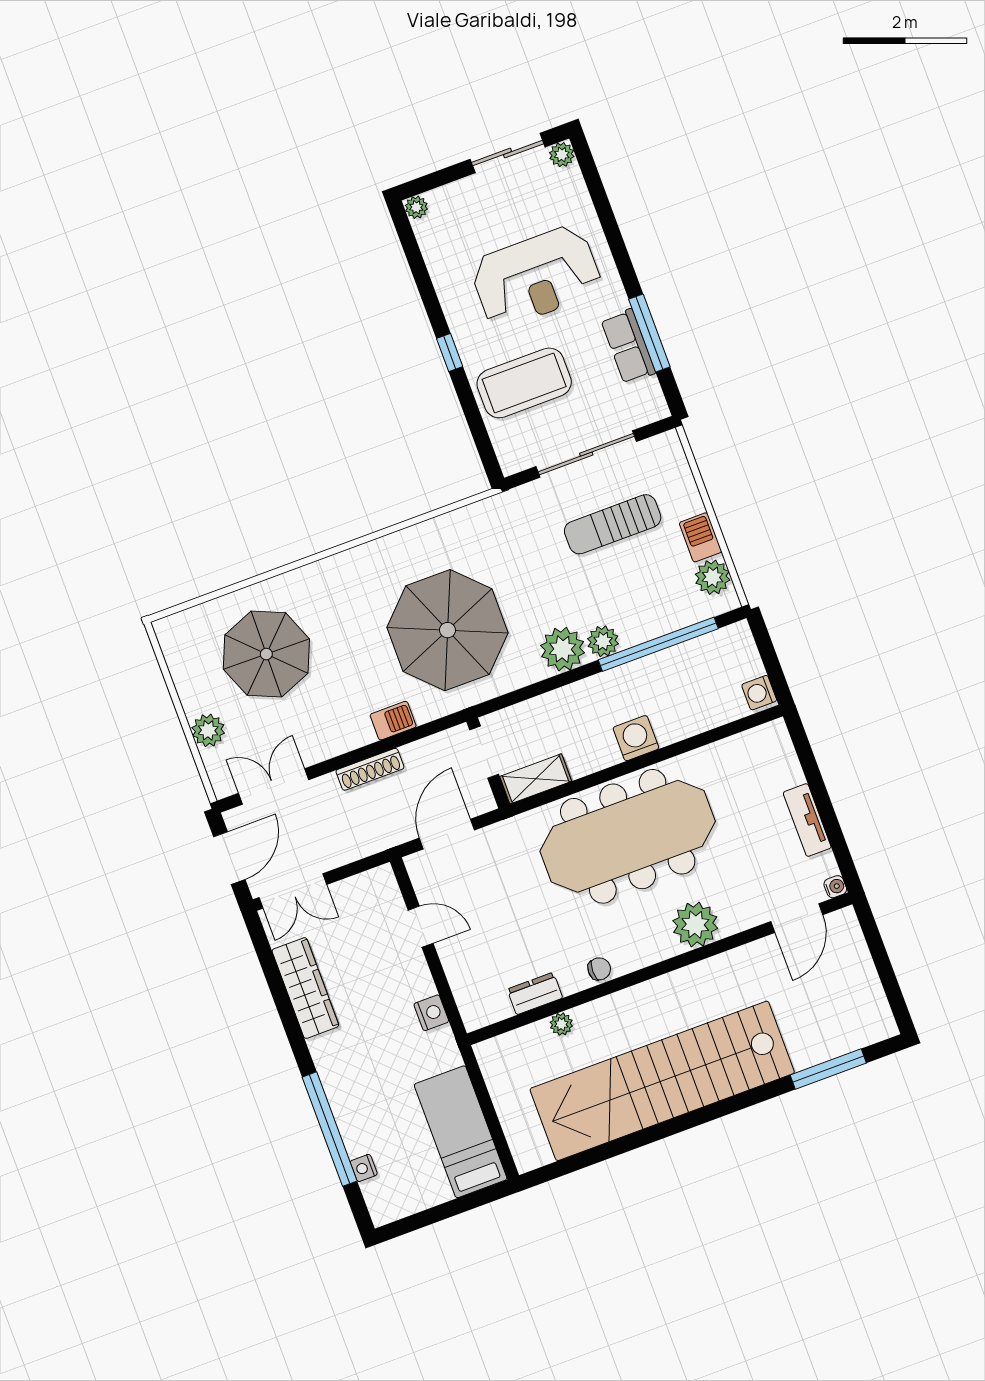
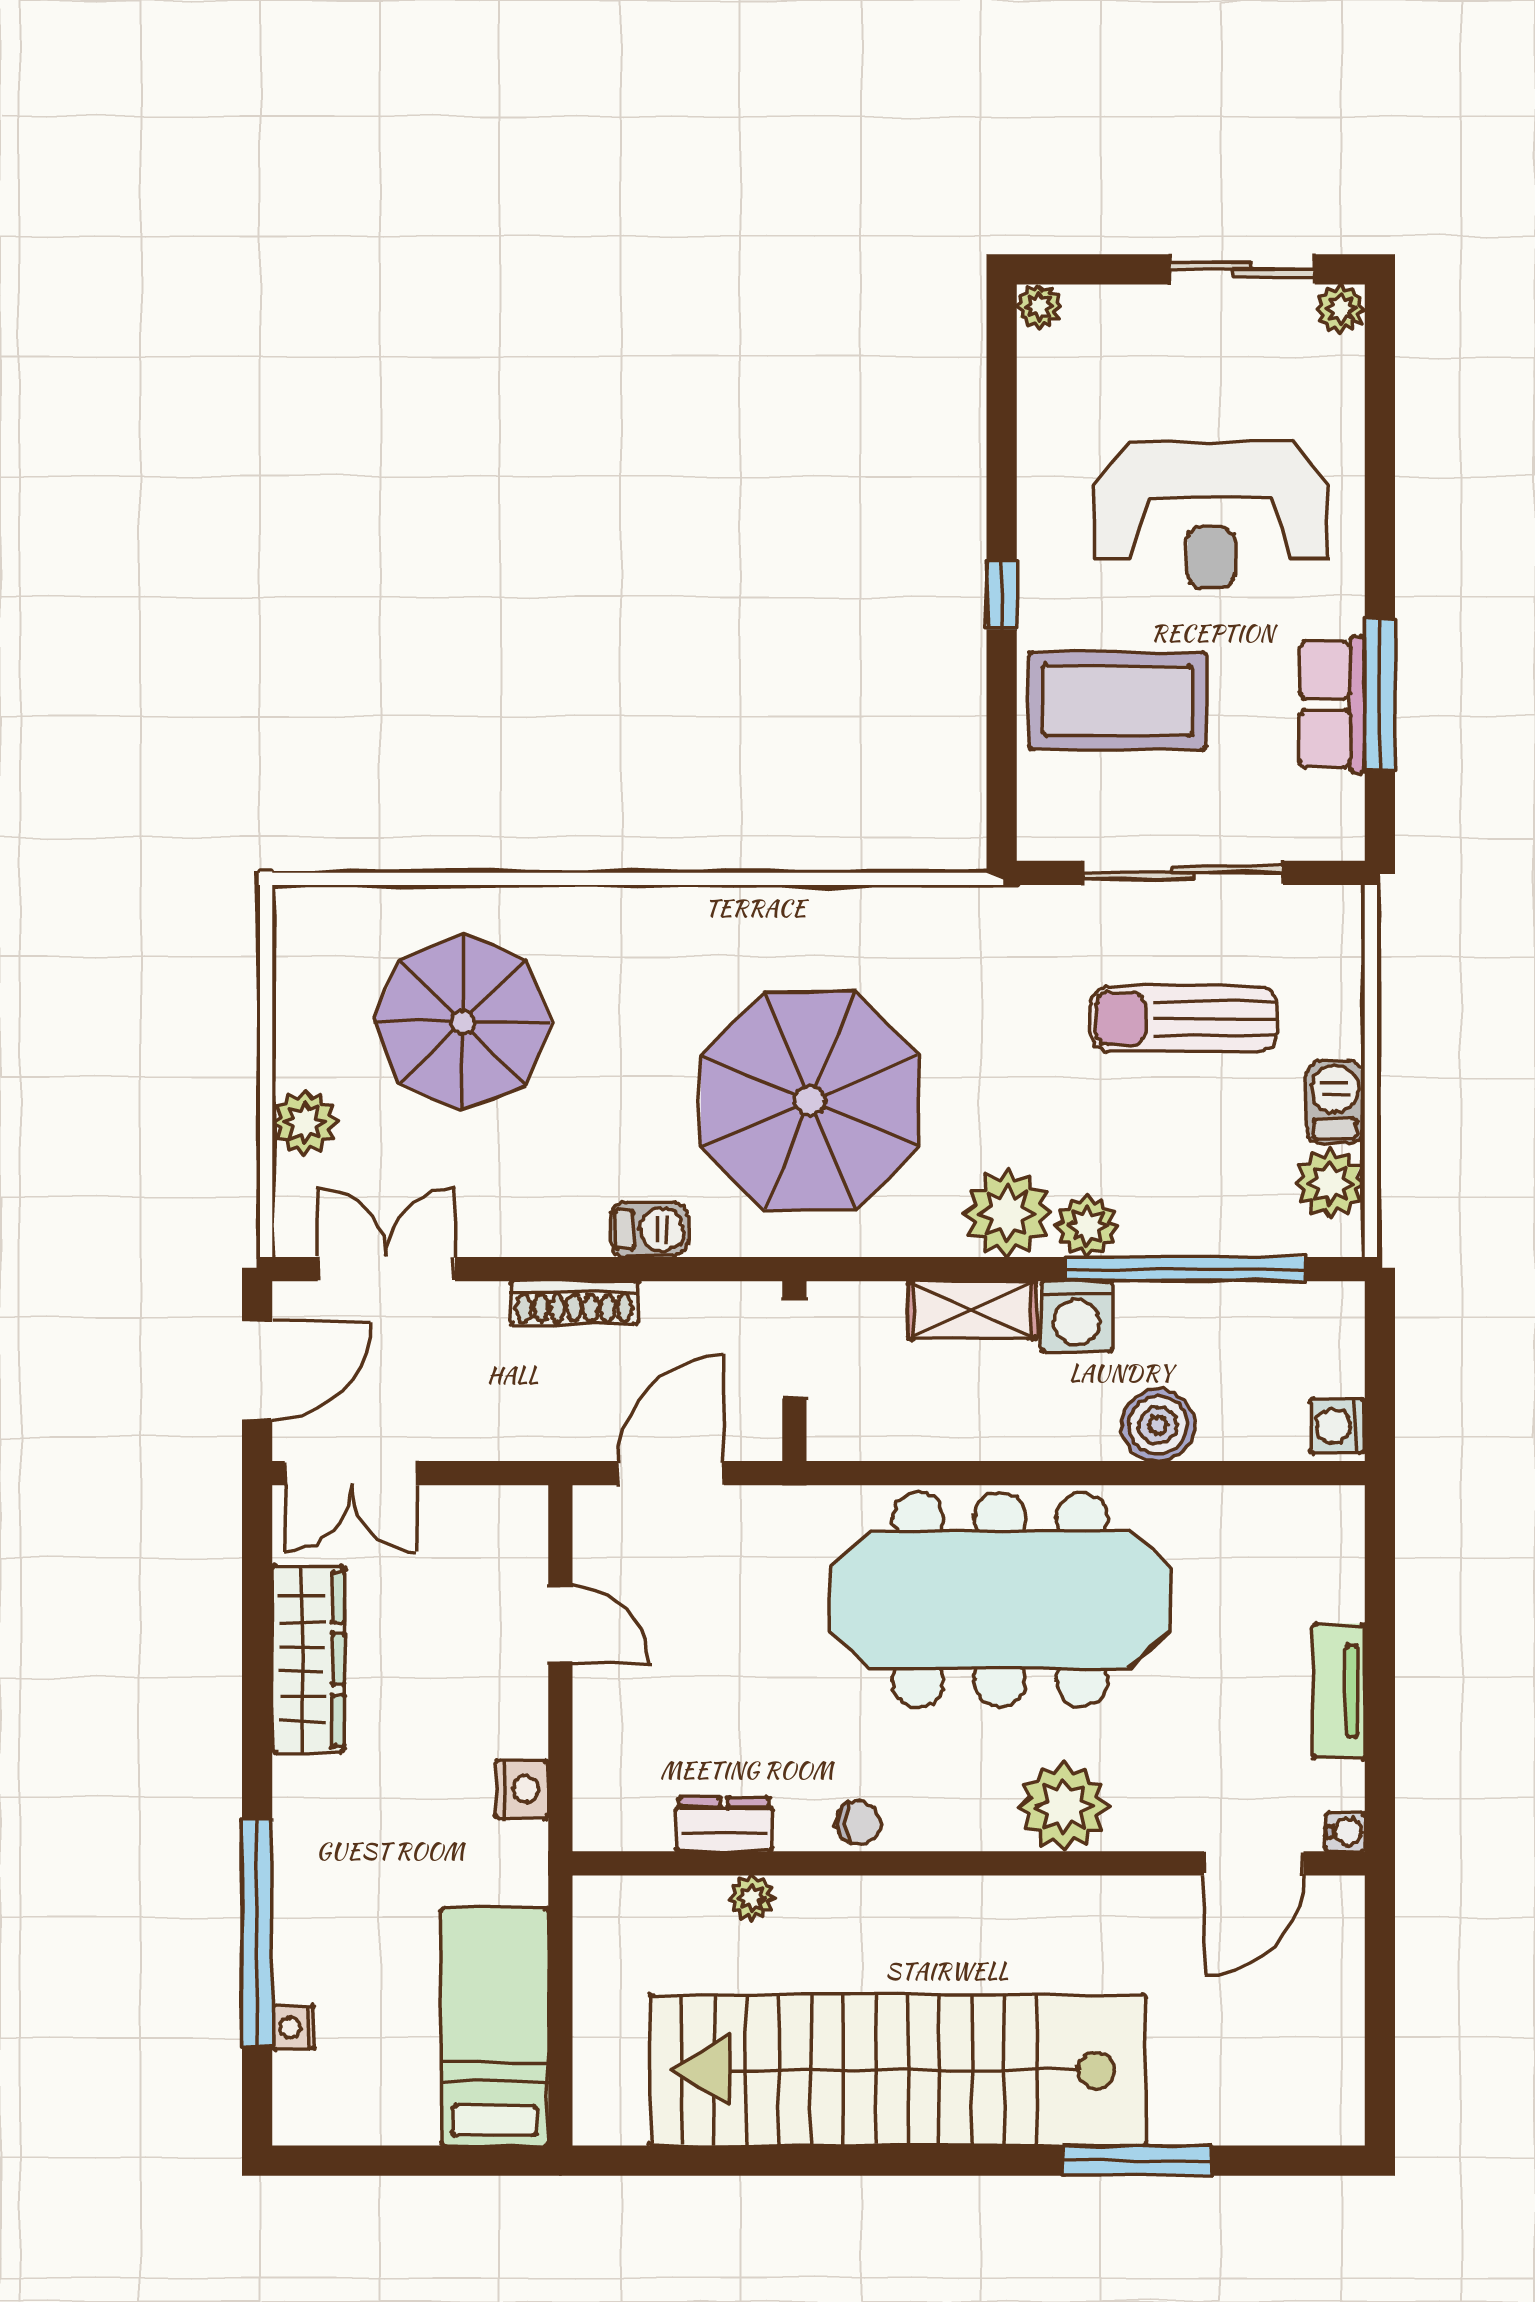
boiler: (673, 724) -> (1158, 1425), added
washing machine: (636, 738) -> (1077, 1317), moved, turned 180
shelving: (536, 779) -> (972, 1310), moved
window: (828, 1069) -> (1138, 2161), moved

